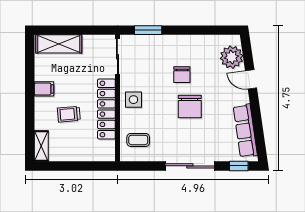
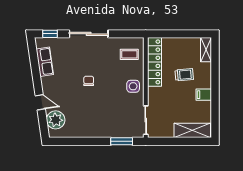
chair: (182, 75) -> (95, 106), removed
chair: (190, 106) -> (89, 81), width x0.54, depth x0.54
locker: (106, 109) -> (154, 62), moved
row of seats: (245, 131) -> (45, 62), width x0.68

